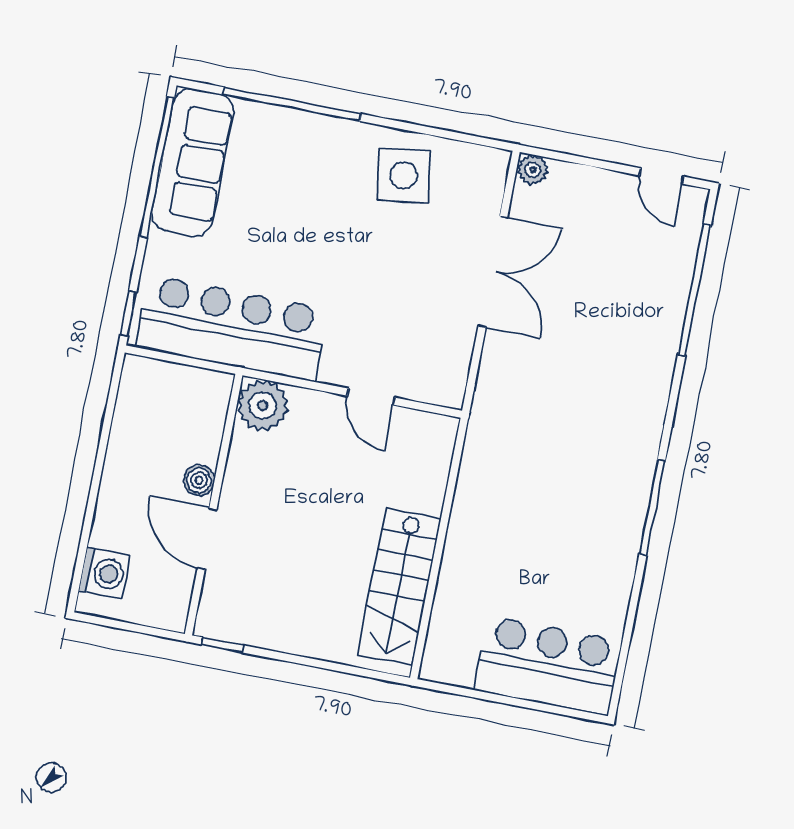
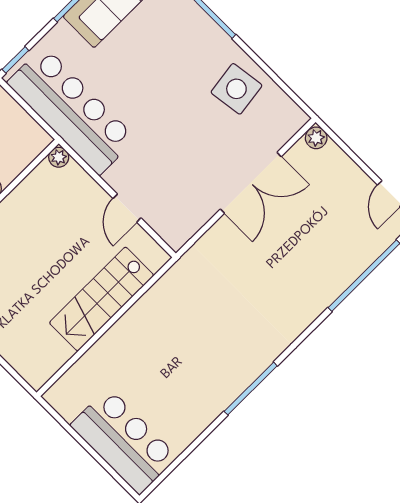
plant: (263, 405) -> (59, 157), width x0.53, depth x0.53
stairs: (399, 587) -> (102, 299), moved

